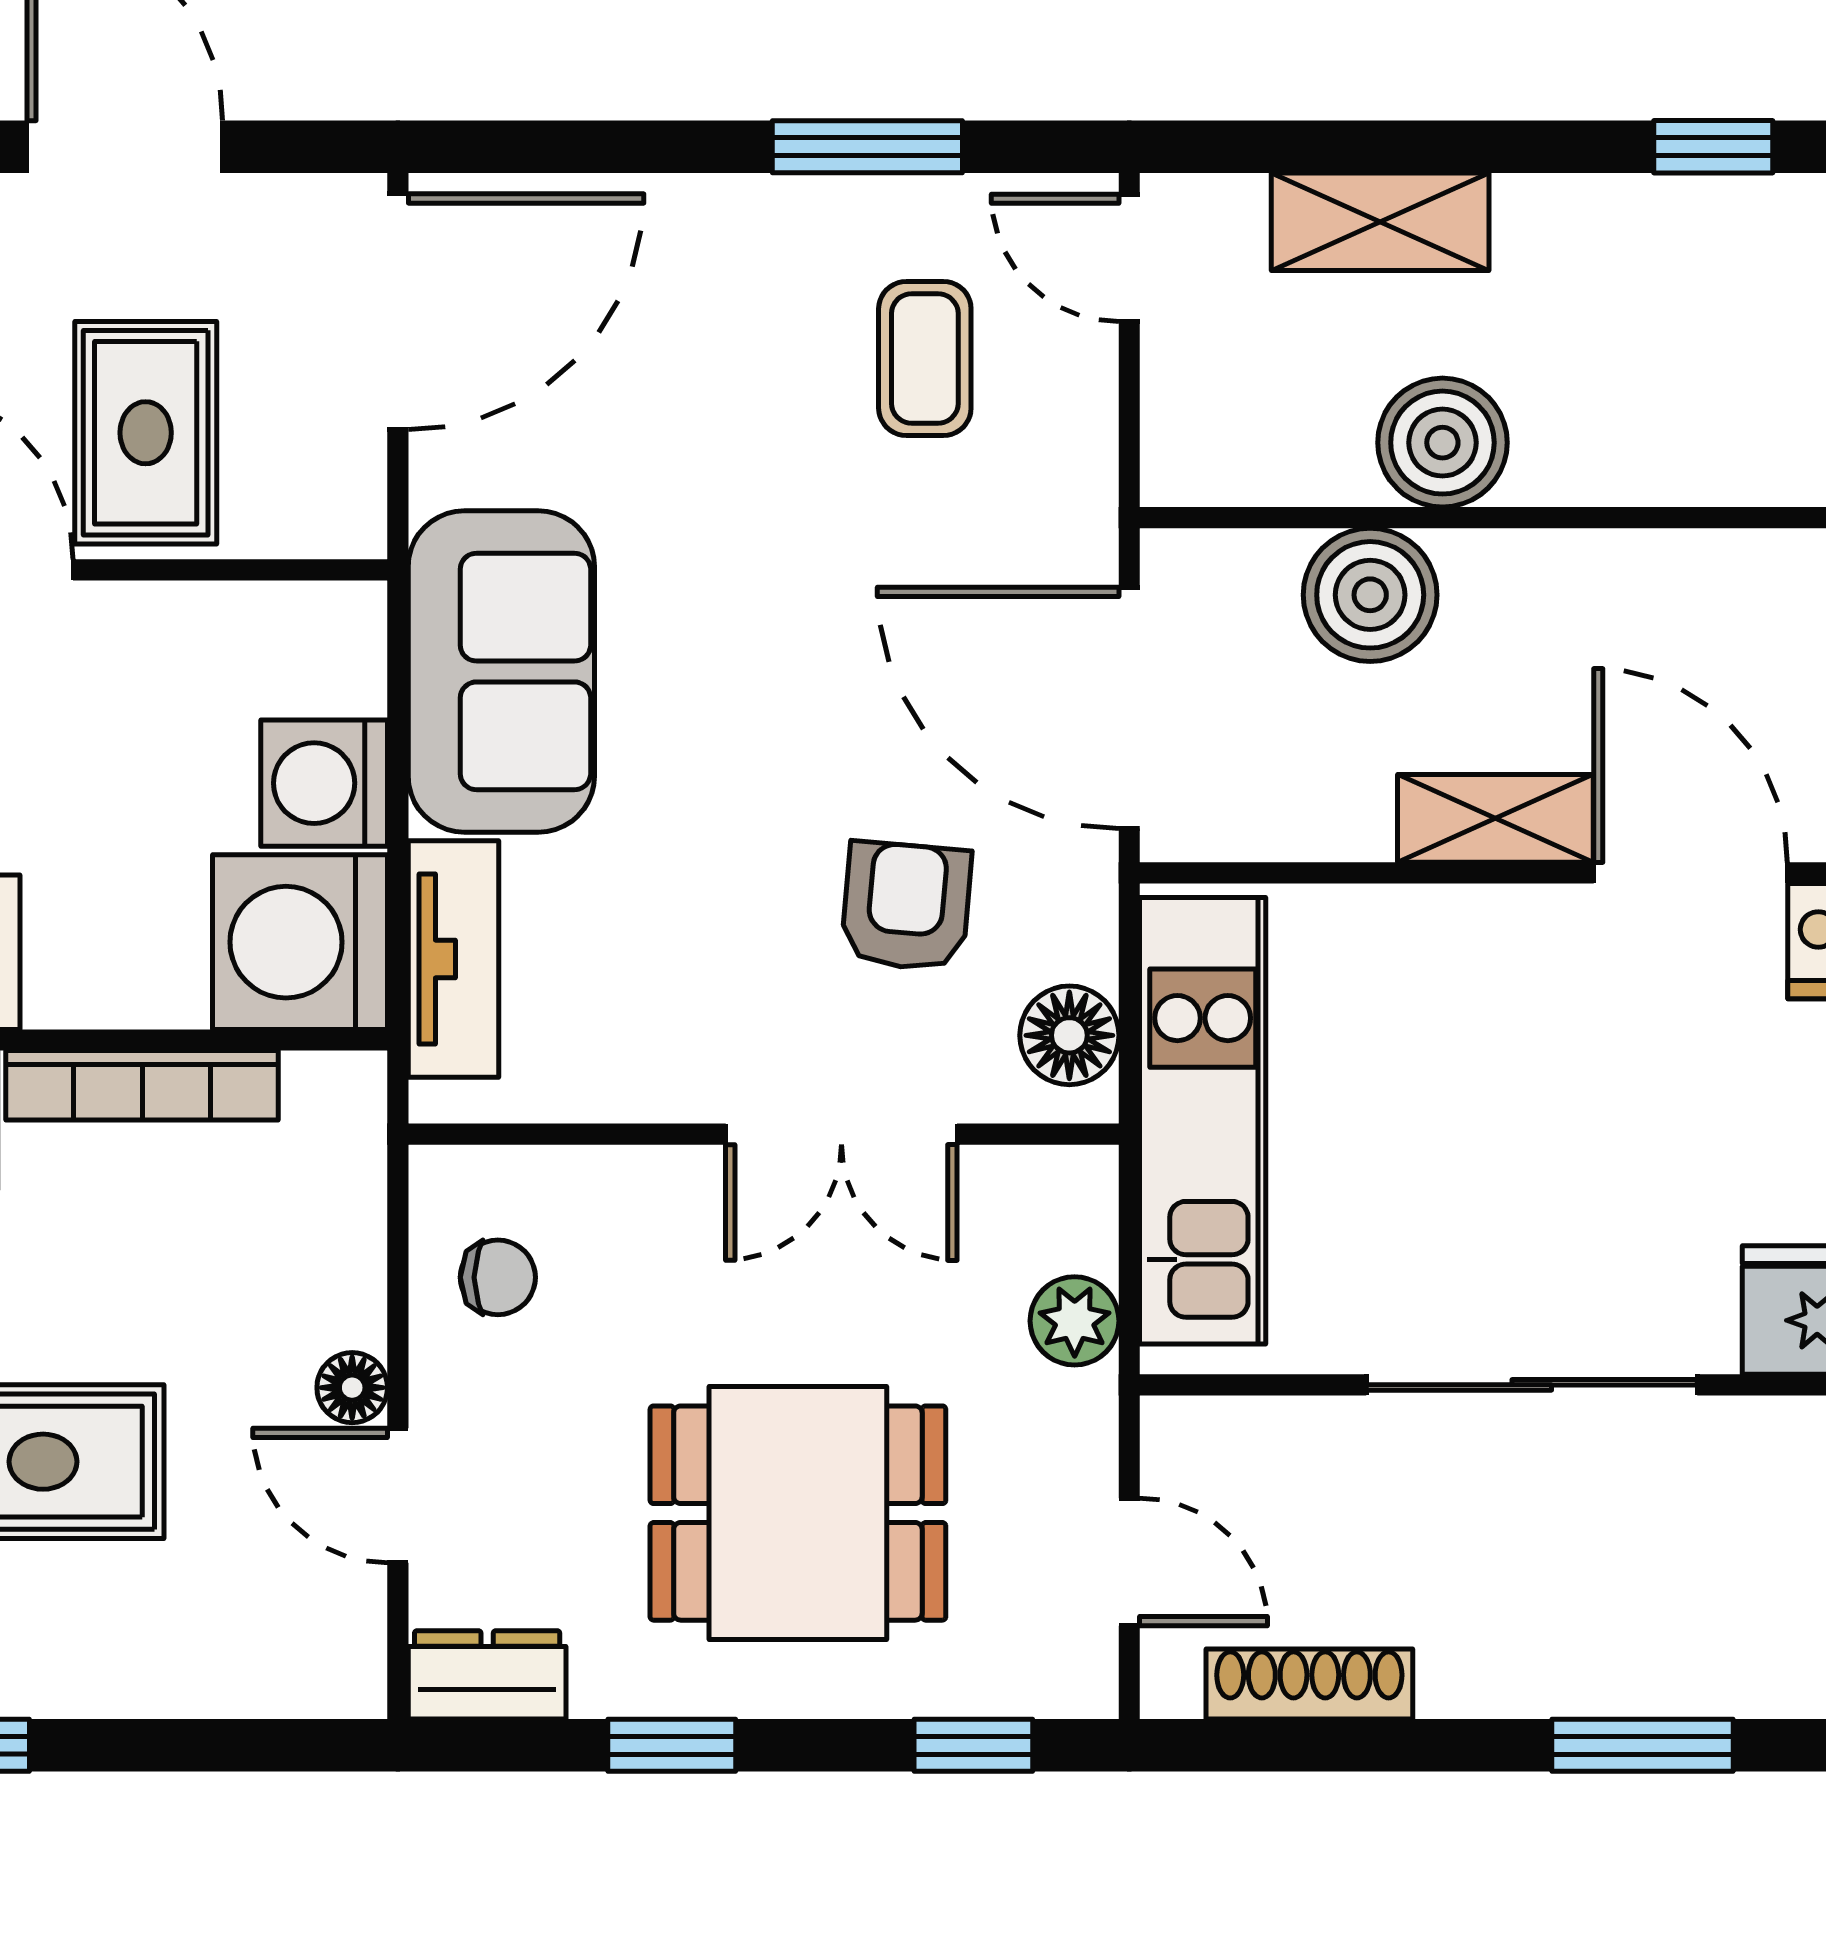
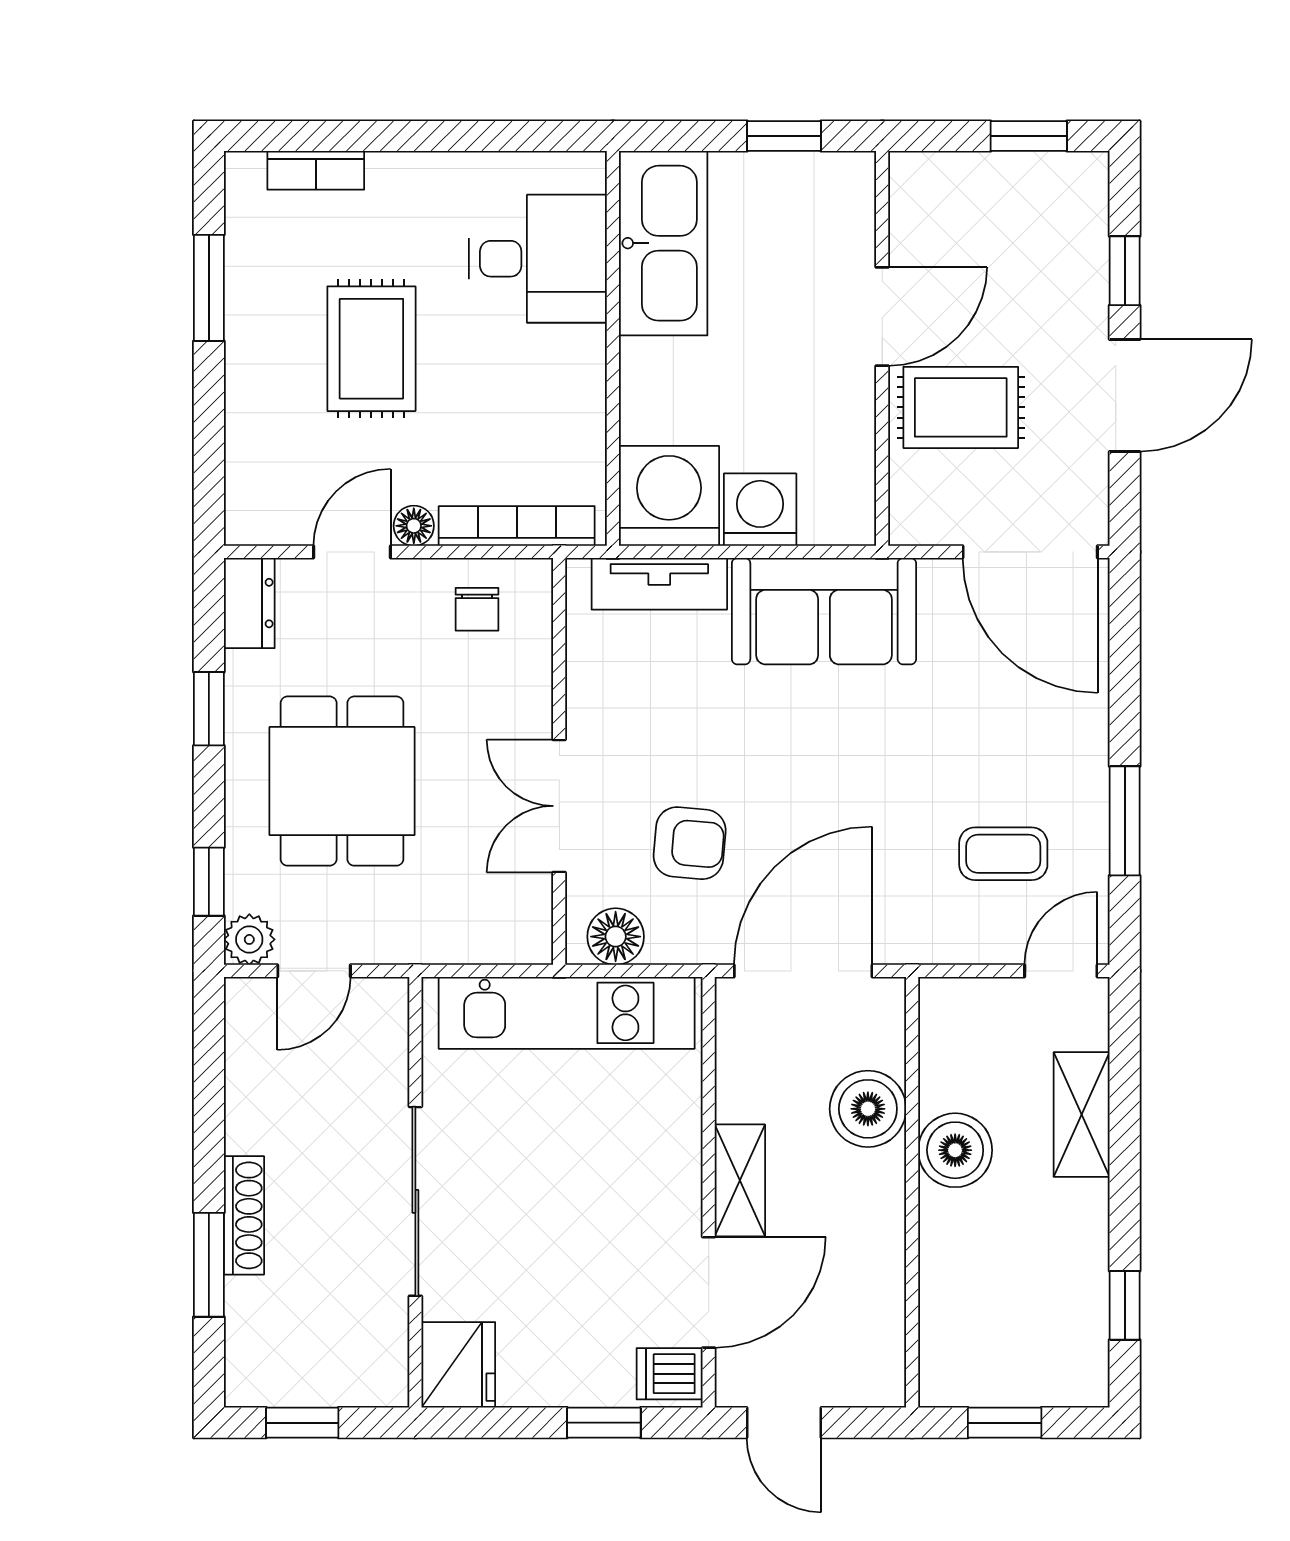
bookcase: (142, 1085) -> (517, 526), moved, turned 90
plant: (1075, 1321) -> (249, 939), moved
shoe rack: (1309, 1684) -> (244, 1215), moved

